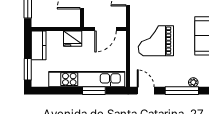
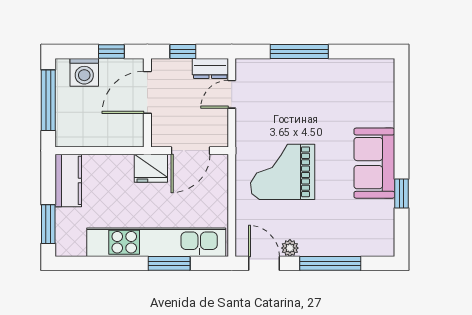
fridge: (73, 39) -> (151, 168), moved
plant: (193, 82) -> (290, 248), moved

